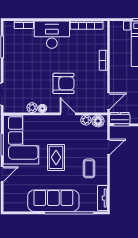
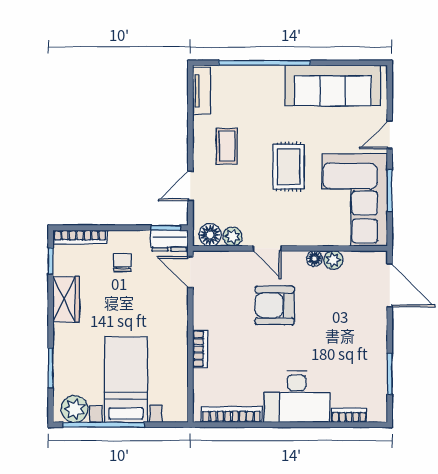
door: (109, 101) -> (190, 272), hinge flipped
sofa: (53, 201) -> (333, 85), moved

